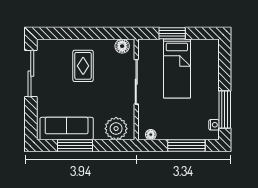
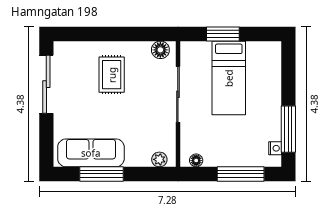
plant: (116, 129) -> (159, 159), width x0.53, depth x0.53

